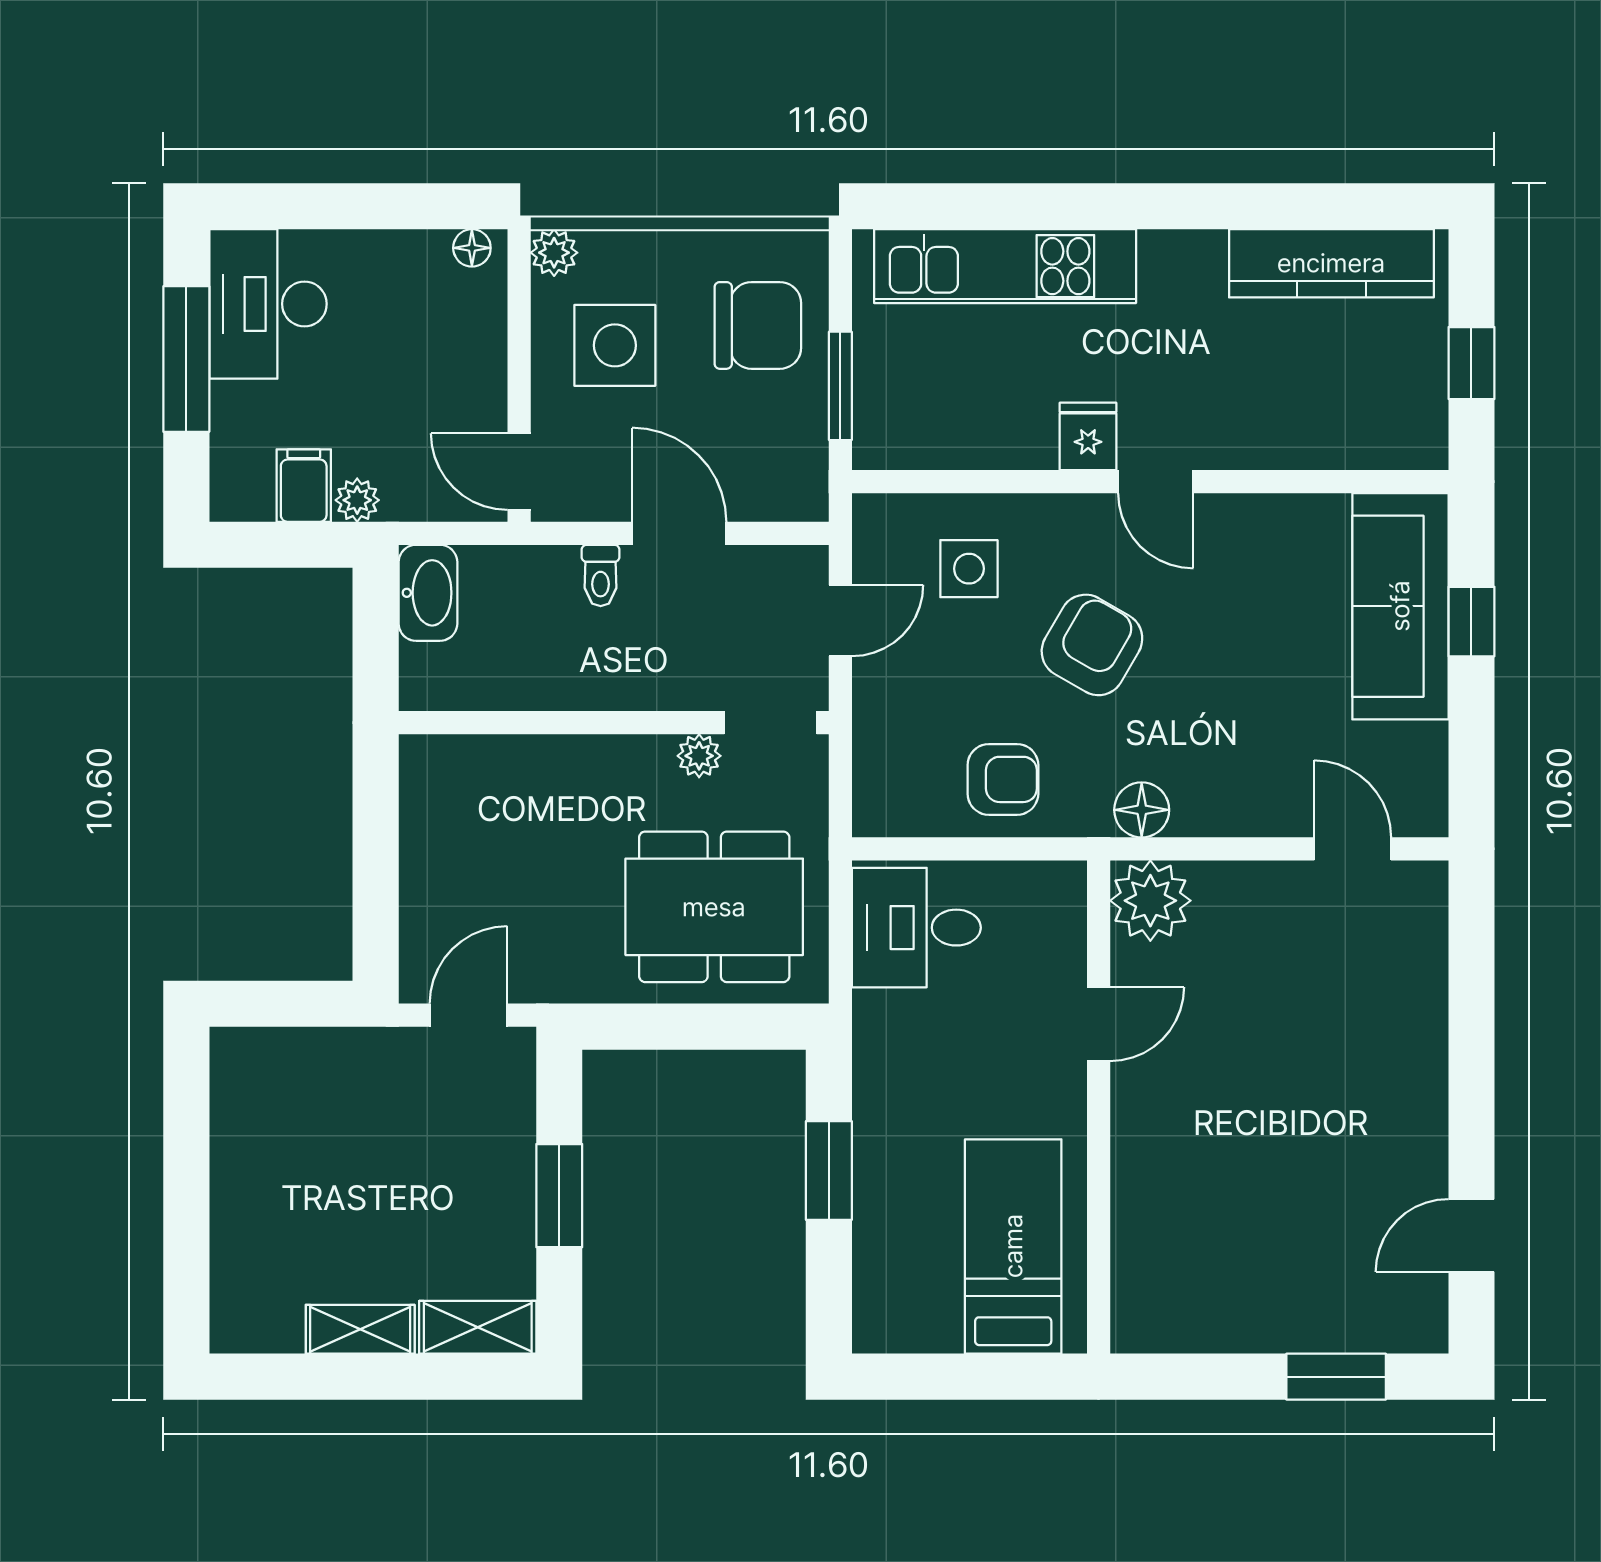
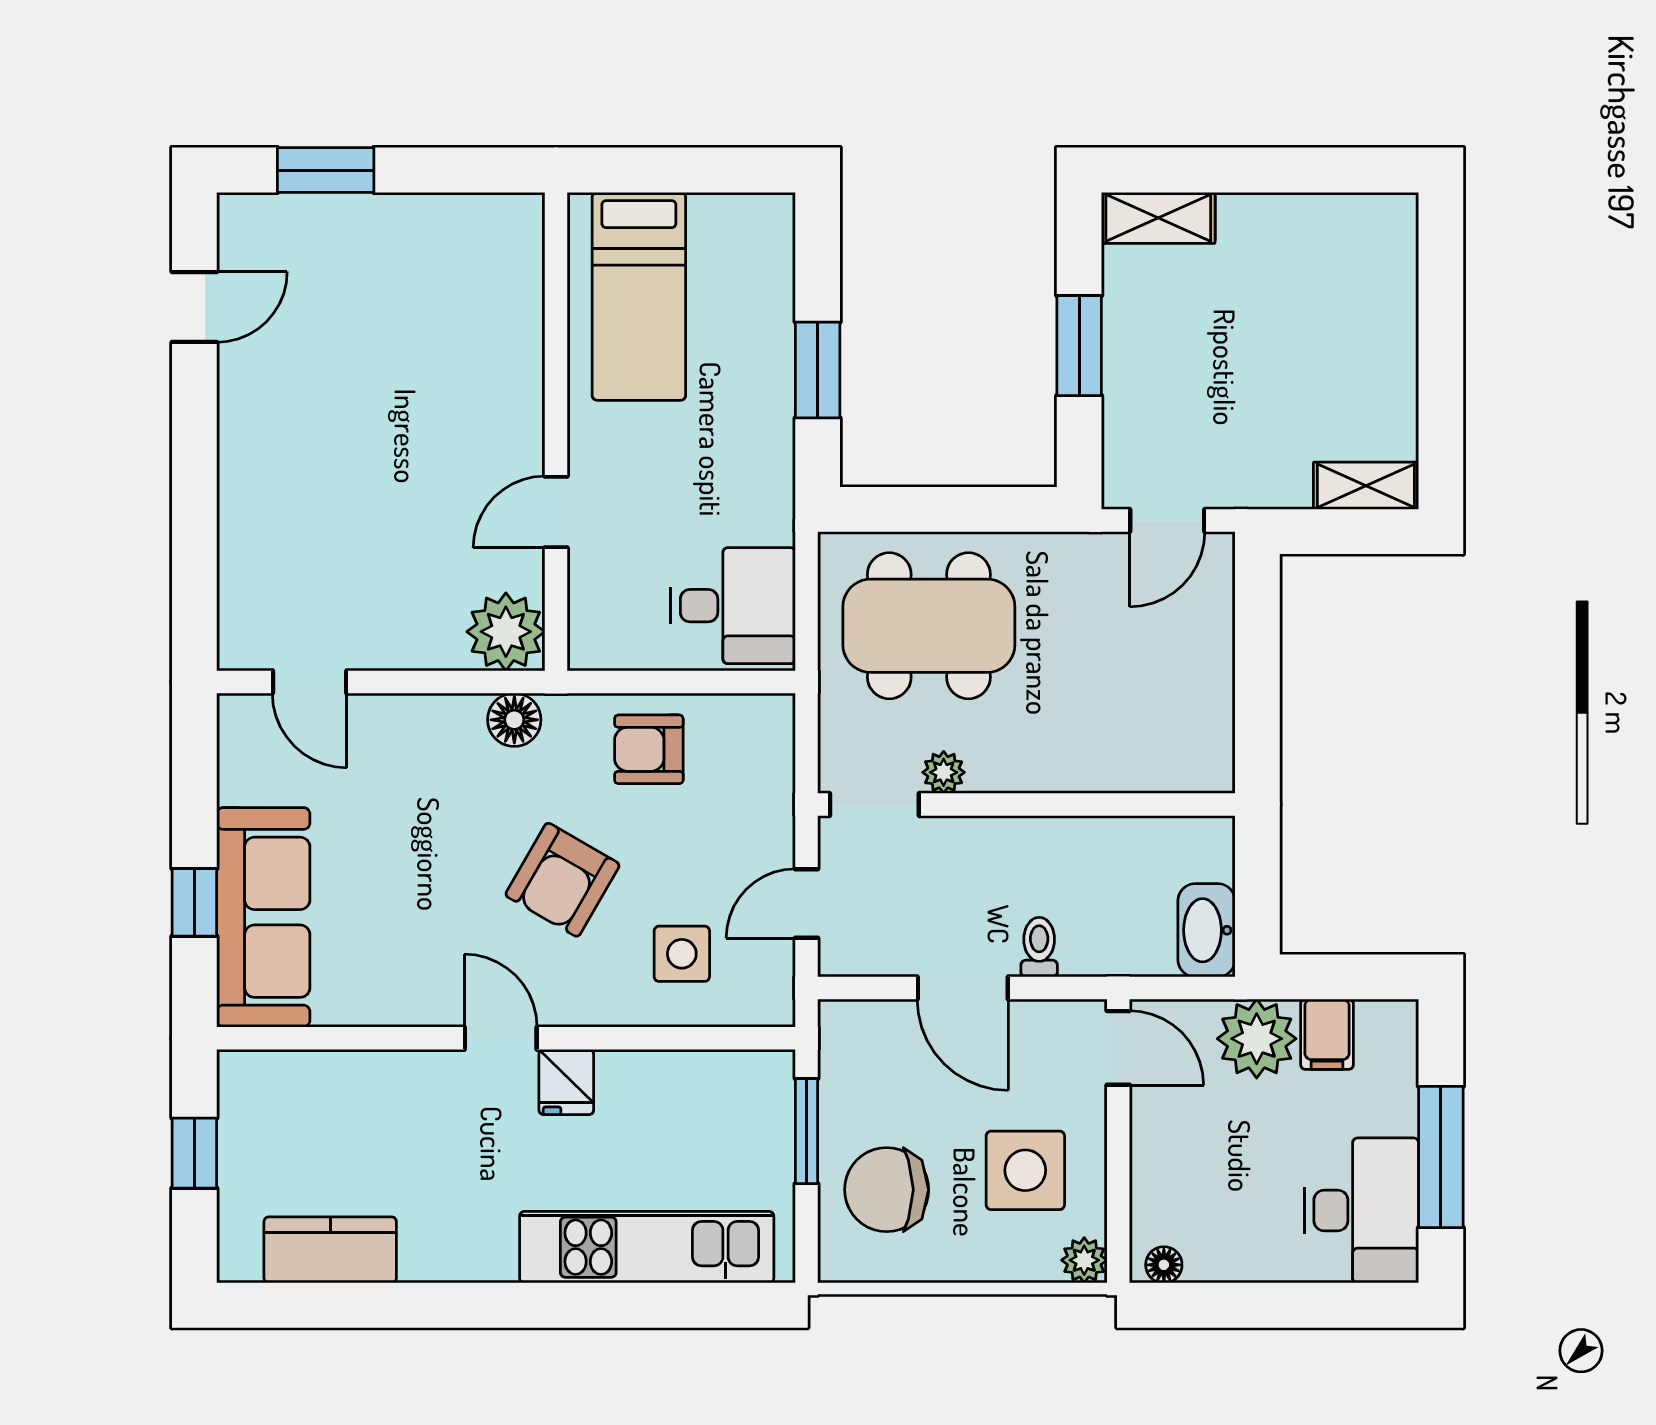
kitchen counter: (1331, 263) -> (330, 1250), width x0.67
plant: (357, 500) -> (1257, 1039), width x1.88, depth x1.88
shelving: (360, 1329) -> (1366, 486), moved

